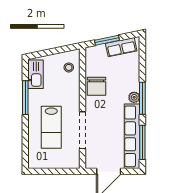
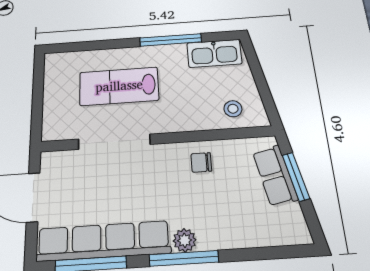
row of seats: (121, 47) -> (275, 176), moved
chair: (97, 86) -> (201, 162), width x0.54, depth x0.54

